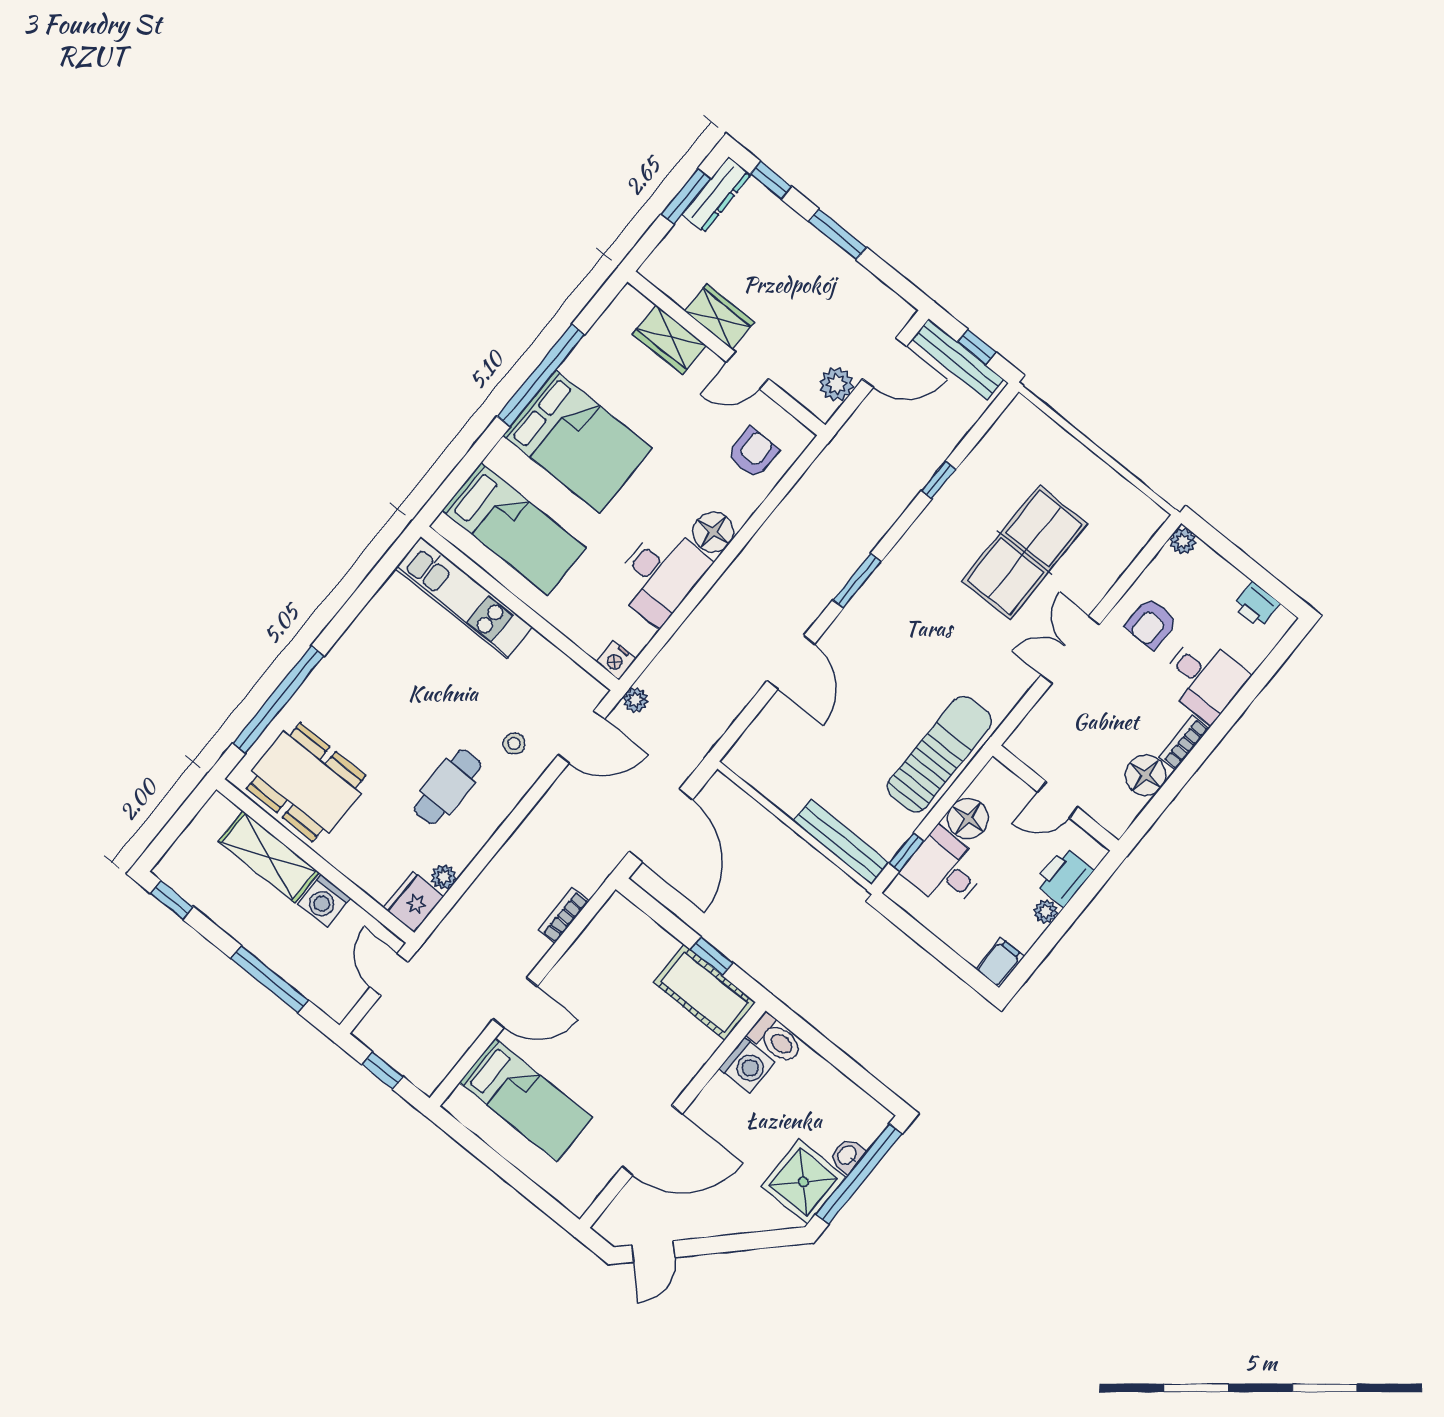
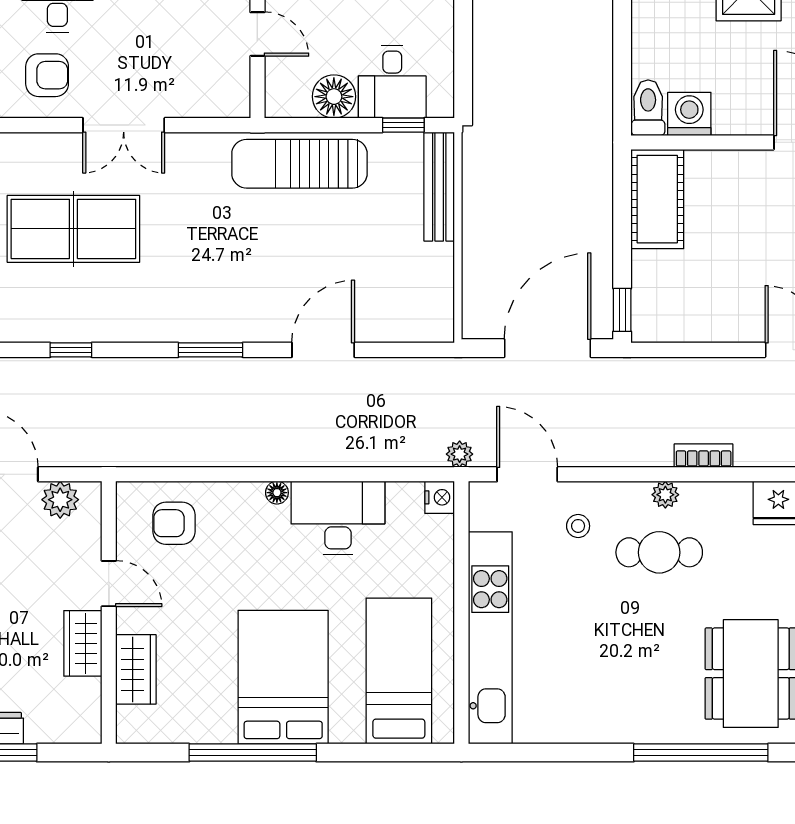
floor lamp: (713, 532) -> (277, 493), width x0.53, depth x0.53
kitchen unit: (464, 598) -> (490, 638), width x1.36
plant: (444, 877) -> (665, 495), moved
bookcase: (564, 915) -> (704, 456), moved, turned 180
window: (711, 956) -> (622, 310), moved

